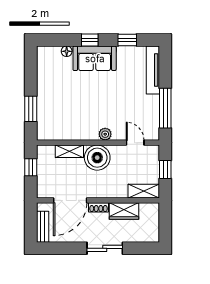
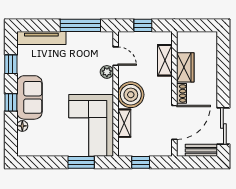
corner sofa: (67, 119) -> (91, 125), added
plant: (105, 134) -> (107, 72), moved
door: (135, 143) -> (116, 56), swing flipped
shelving: (144, 191) -> (165, 60), moved
door: (70, 200) -> (174, 122), hinge flipped
sliding door: (105, 248) -> (223, 126), moved

